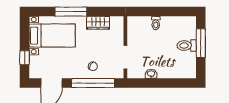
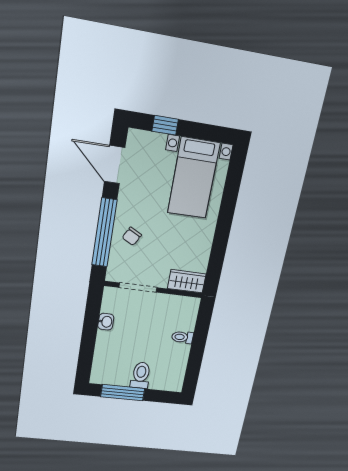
window: (71, 12) -> (226, 214), removed
wardrobe: (98, 23) -> (187, 281), moved, turned 90
window: (201, 43) -> (123, 393), moved

